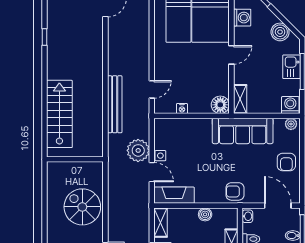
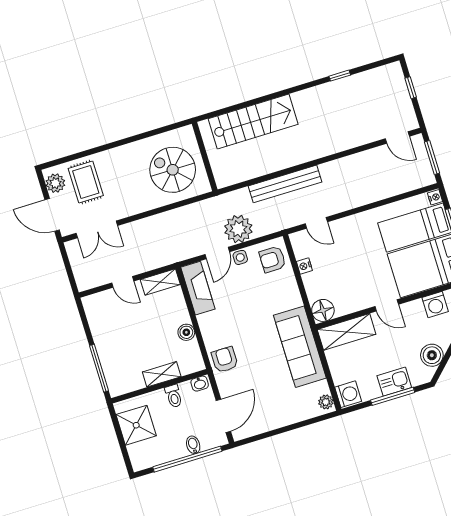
shelving: (240, 99) -> (347, 332), width x1.50, depth x1.33
armchair: (286, 162) -> (272, 259), moved
spiral stairs: (82, 207) -> (173, 170), moved, turned -90

